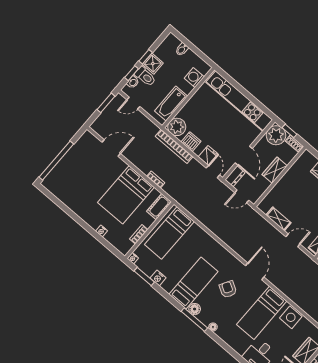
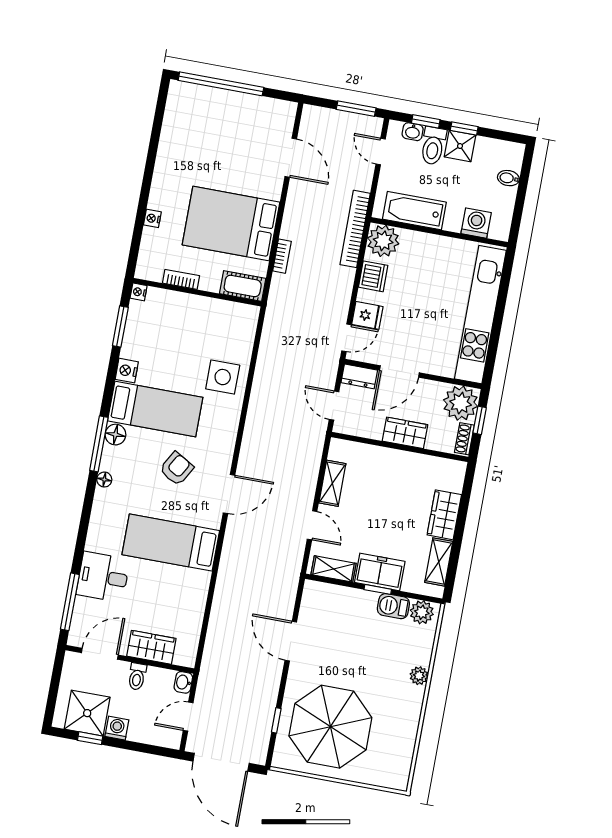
bookcase: (174, 146) -> (355, 229), moved
bed: (169, 233) -> (211, 326), removed
nightstand: (158, 278) -> (127, 371), moved
side table: (291, 317) -> (223, 377), moved

